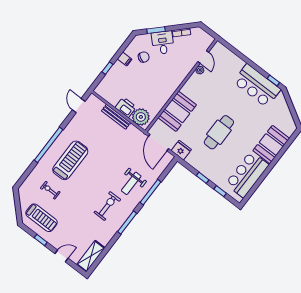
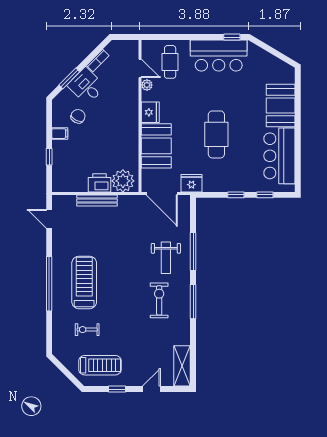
cafe table: (225, 67) -> (170, 62), added
fridge: (189, 88) -> (150, 112), added

